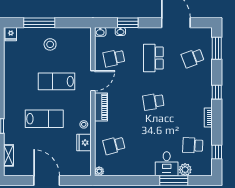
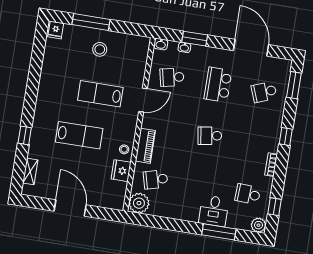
piano: (101, 107) -> (145, 146), moved
plant: (185, 170) -> (258, 225), moved
plant: (99, 171) -> (139, 203), width x1.88, depth x1.88

